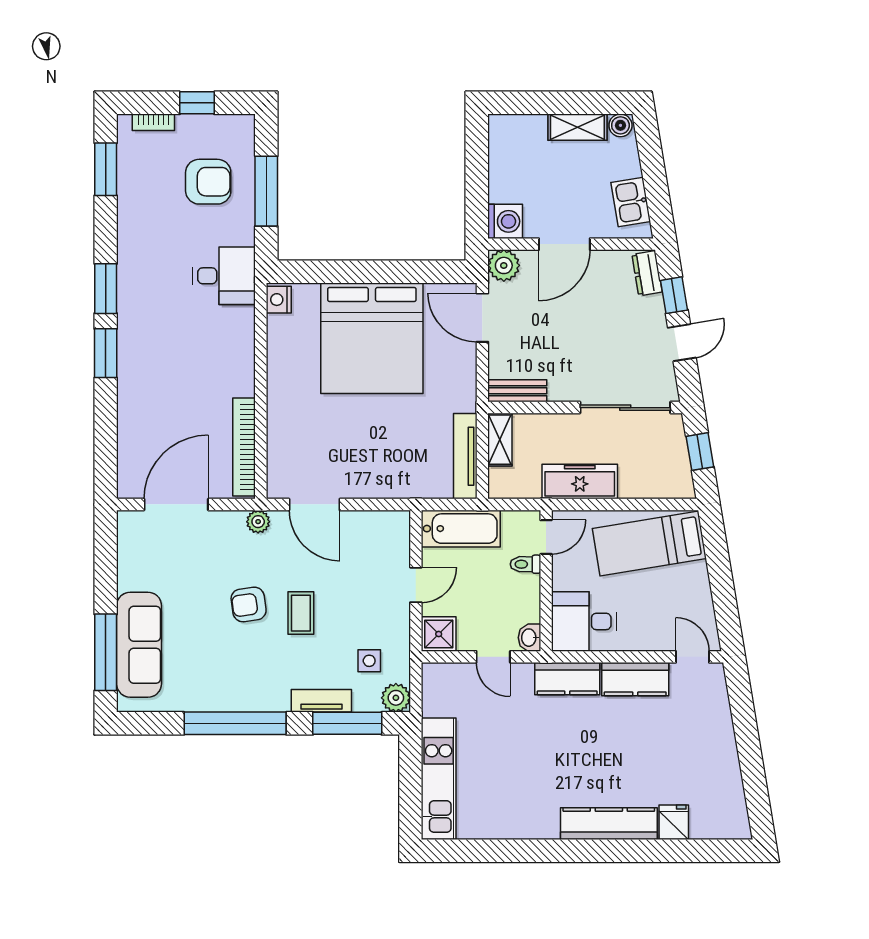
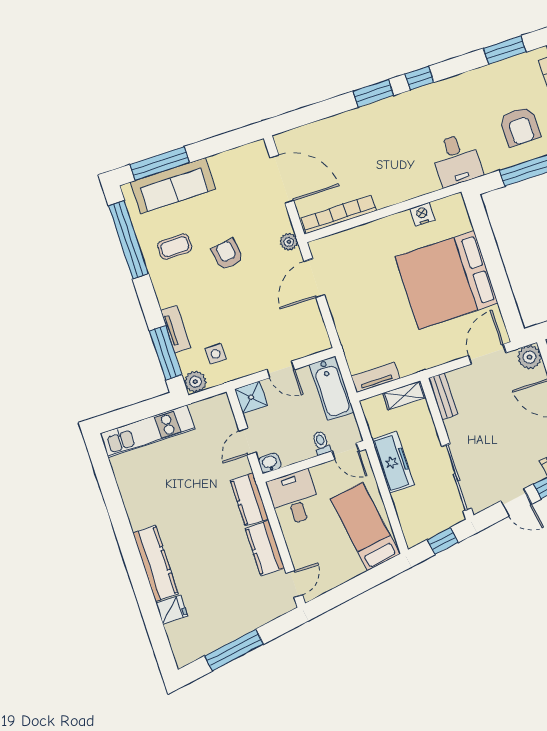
window: (106, 289) -> (420, 78), width x0.67
nightstand: (279, 300) -> (422, 214), moved
tv unit: (465, 456) -> (375, 377), width x0.71
coffee table: (301, 613) -> (175, 247), moved
window: (235, 723) -> (128, 240), moved
window: (751, 760) -> (234, 650), added

